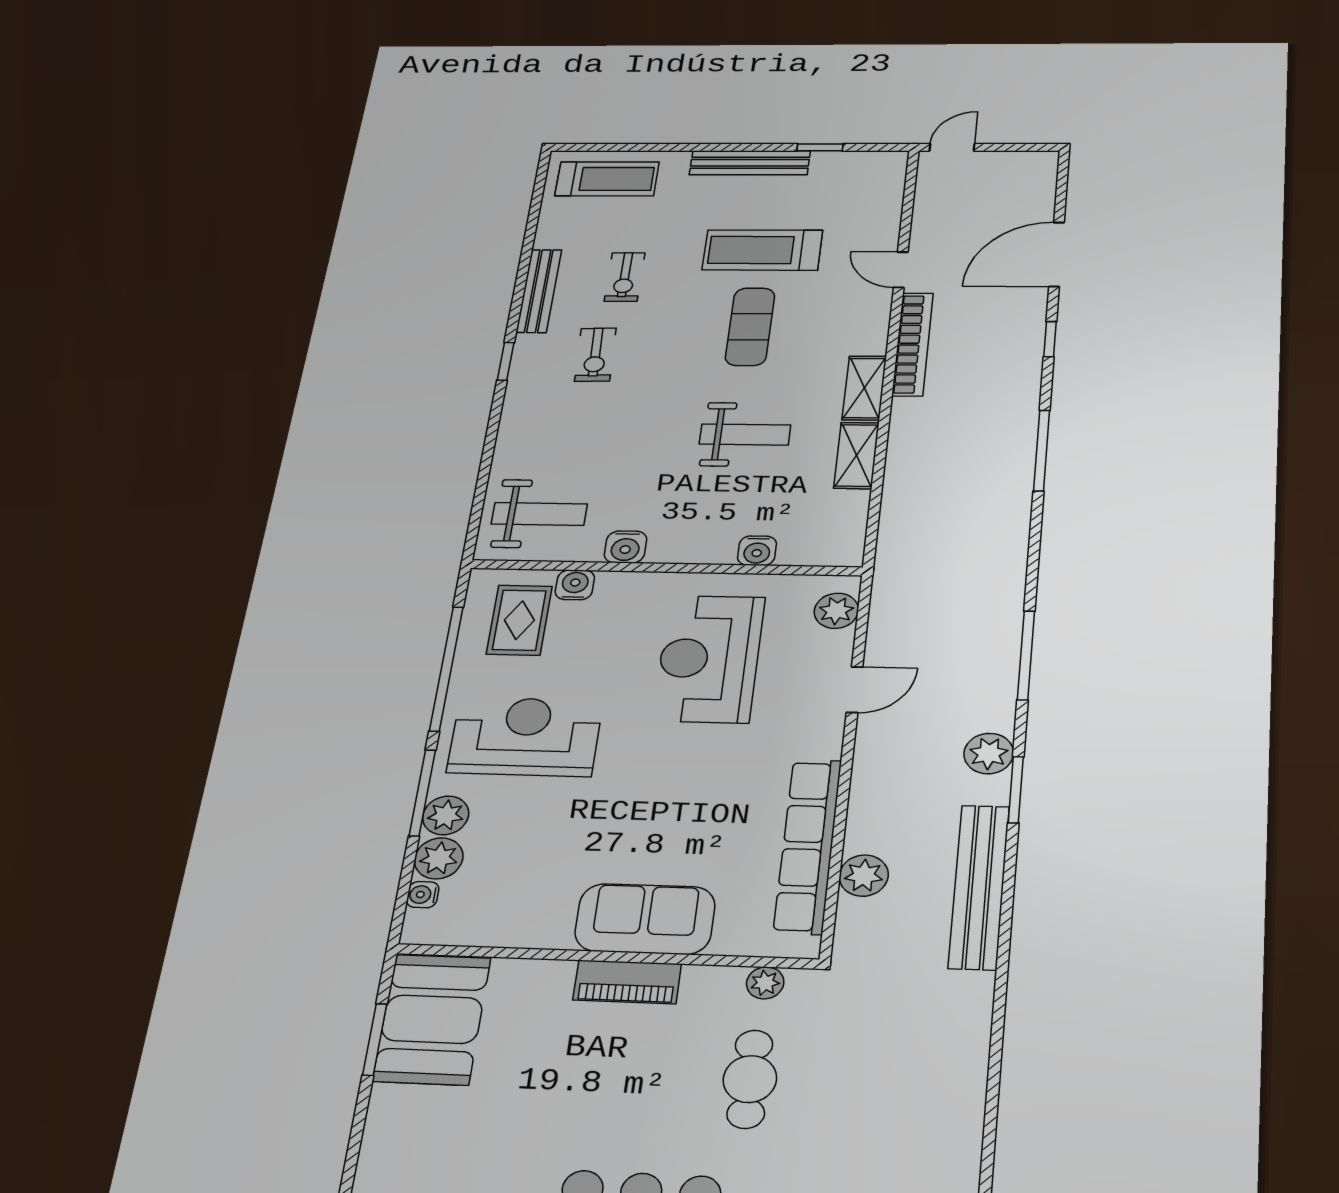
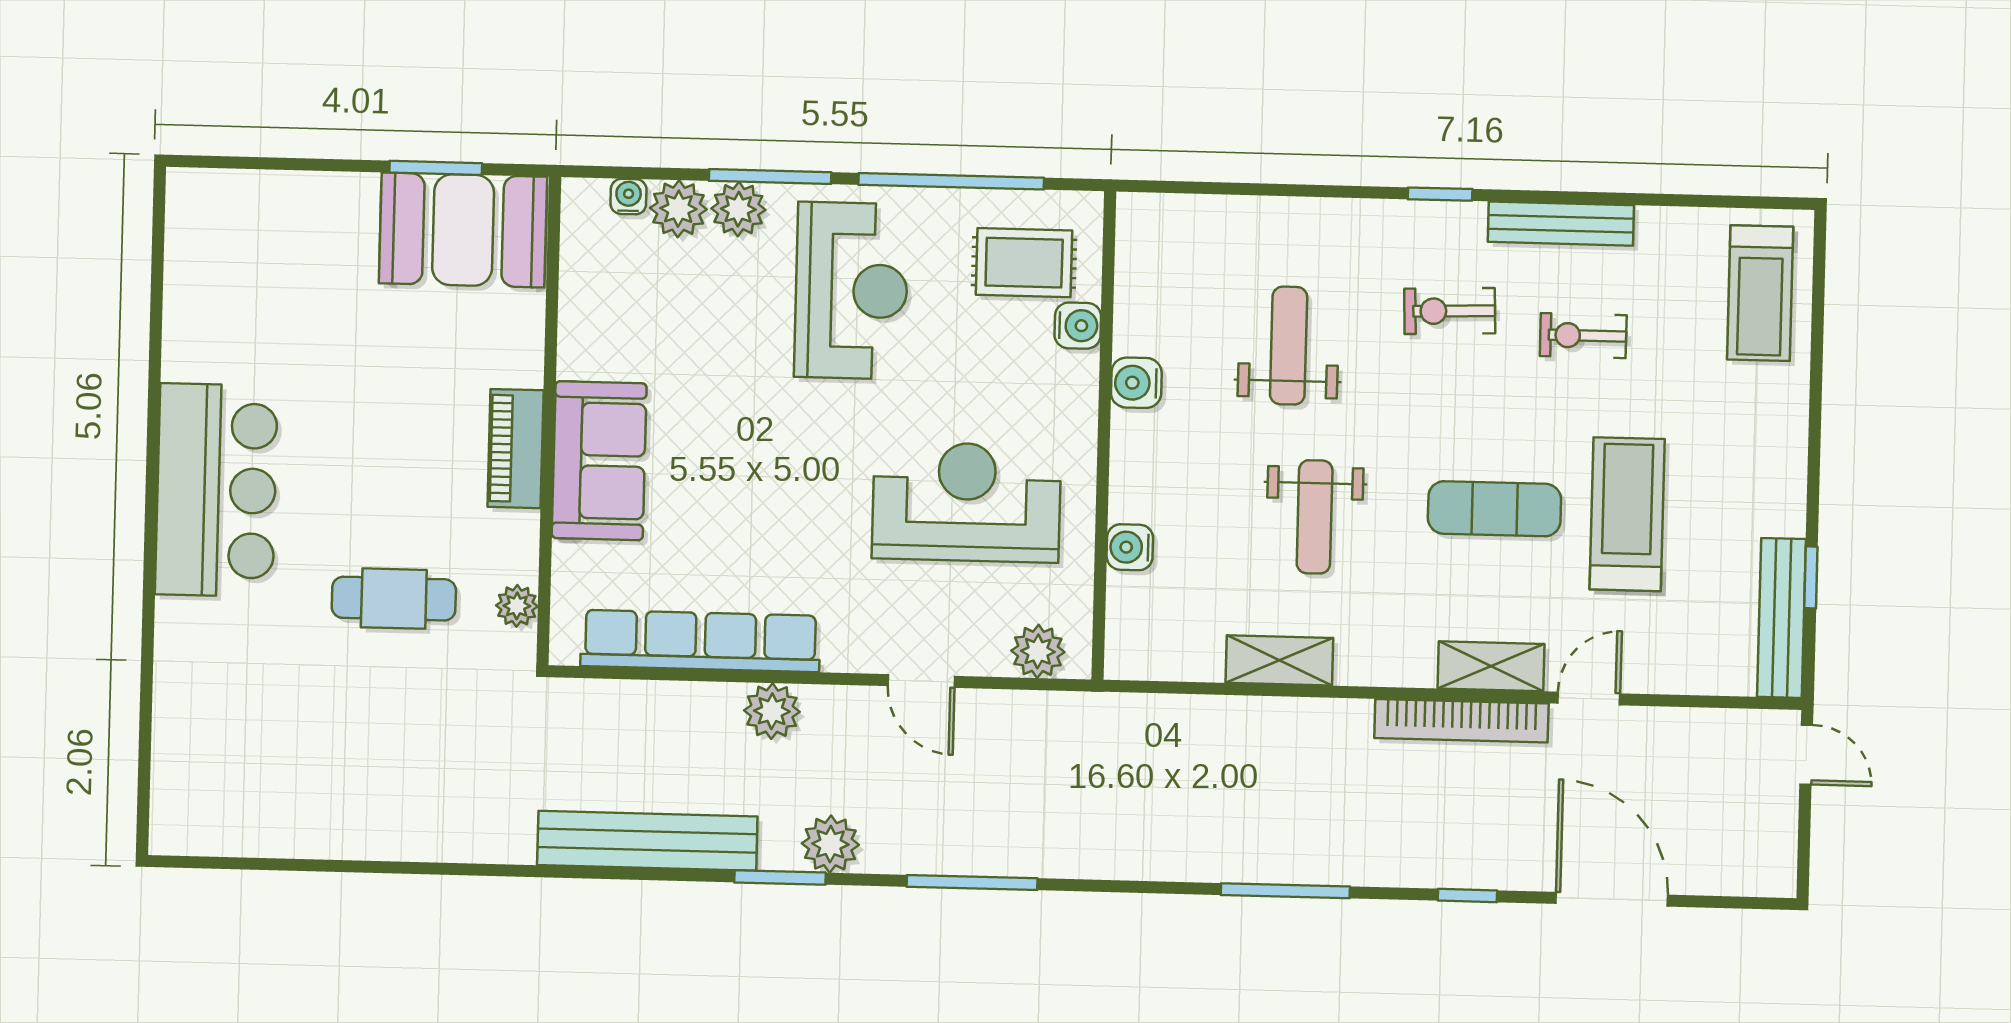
bench: (750, 163) -> (1781, 618), moved
shelving: (864, 388) -> (1491, 666), moved
weight bench: (539, 514) -> (1289, 346), moved, turned 180
plant: (864, 876) -> (772, 711), moved

